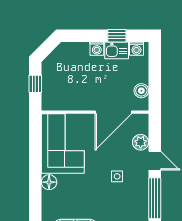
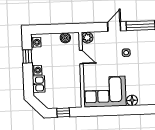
kitchen sink: (117, 50) -> (39, 84), moved
door: (113, 112) -> (81, 57), width x0.53
plant: (141, 142) -> (87, 38), moved

